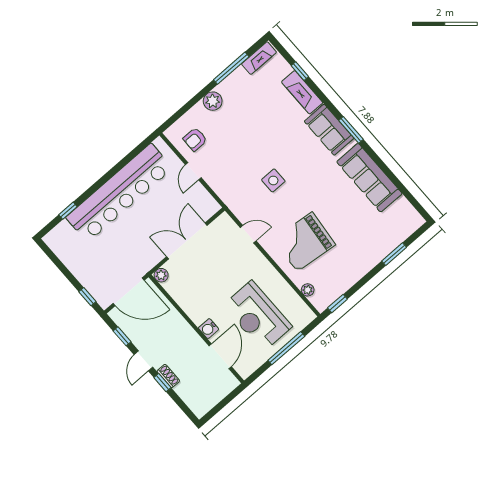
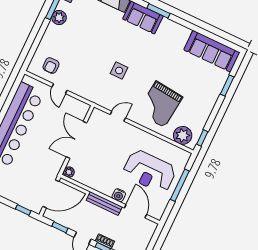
plant: (213, 101) -> (59, 18), moved
sofa: (369, 178) -> (212, 51), moved
plant: (308, 290) -> (183, 135), width x1.87, depth x1.87
bench: (187, 331) -> (104, 204), added

